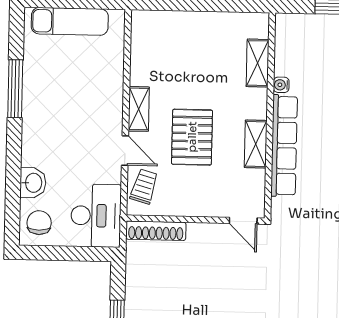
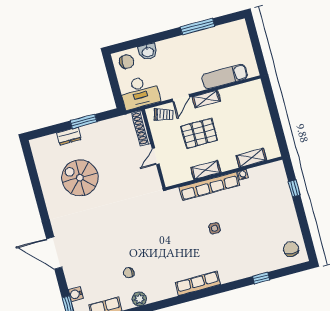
exam couch: (70, 21) -> (225, 77), moved, turned 90
door: (243, 221) -> (156, 156), moved

